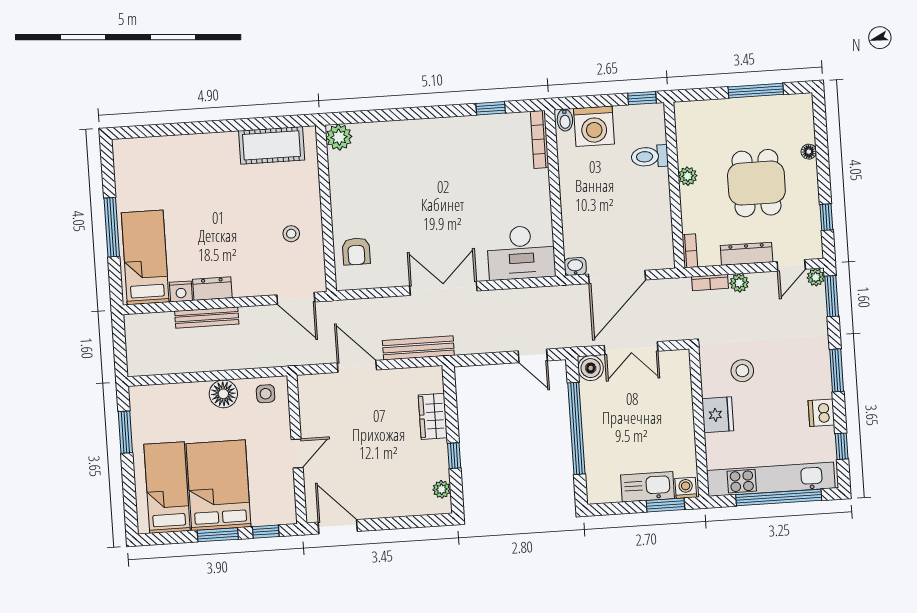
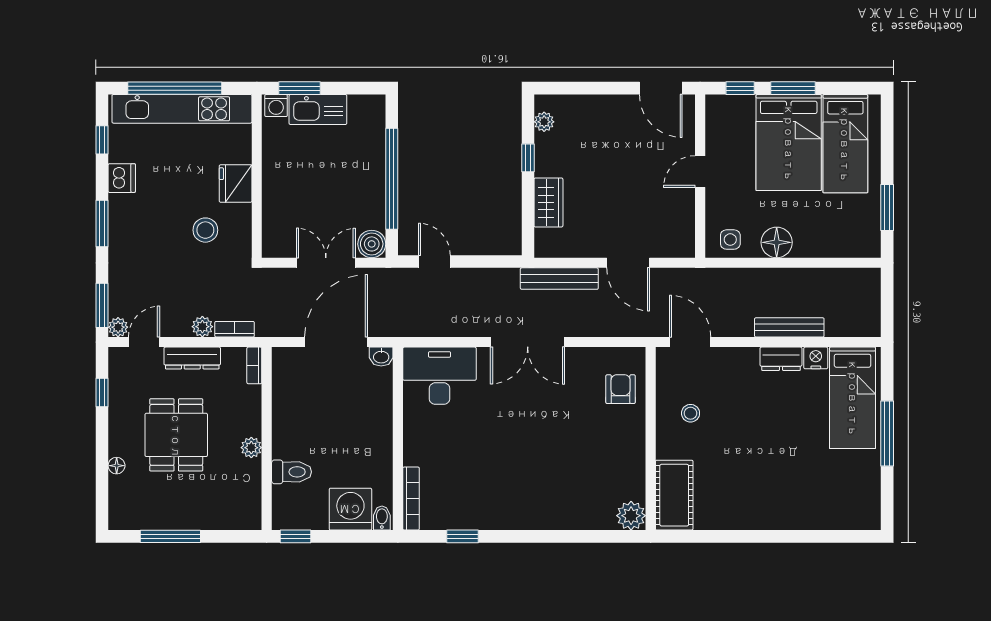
cot: (272, 145) -> (674, 495), moved, turned 90

